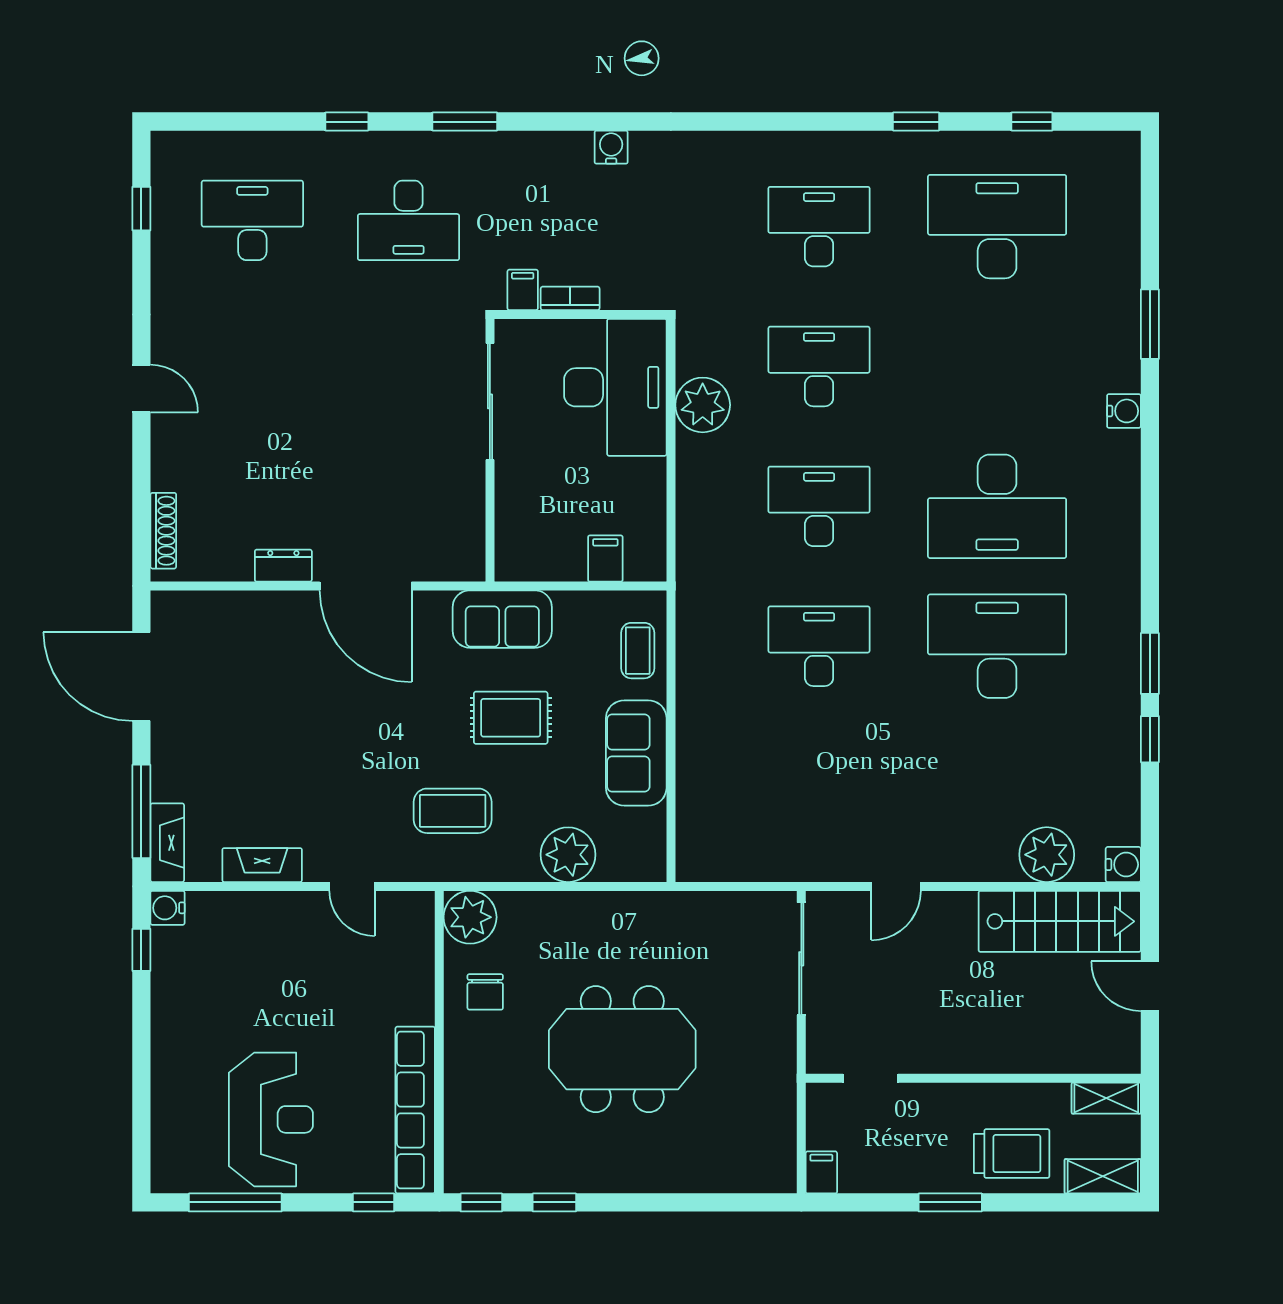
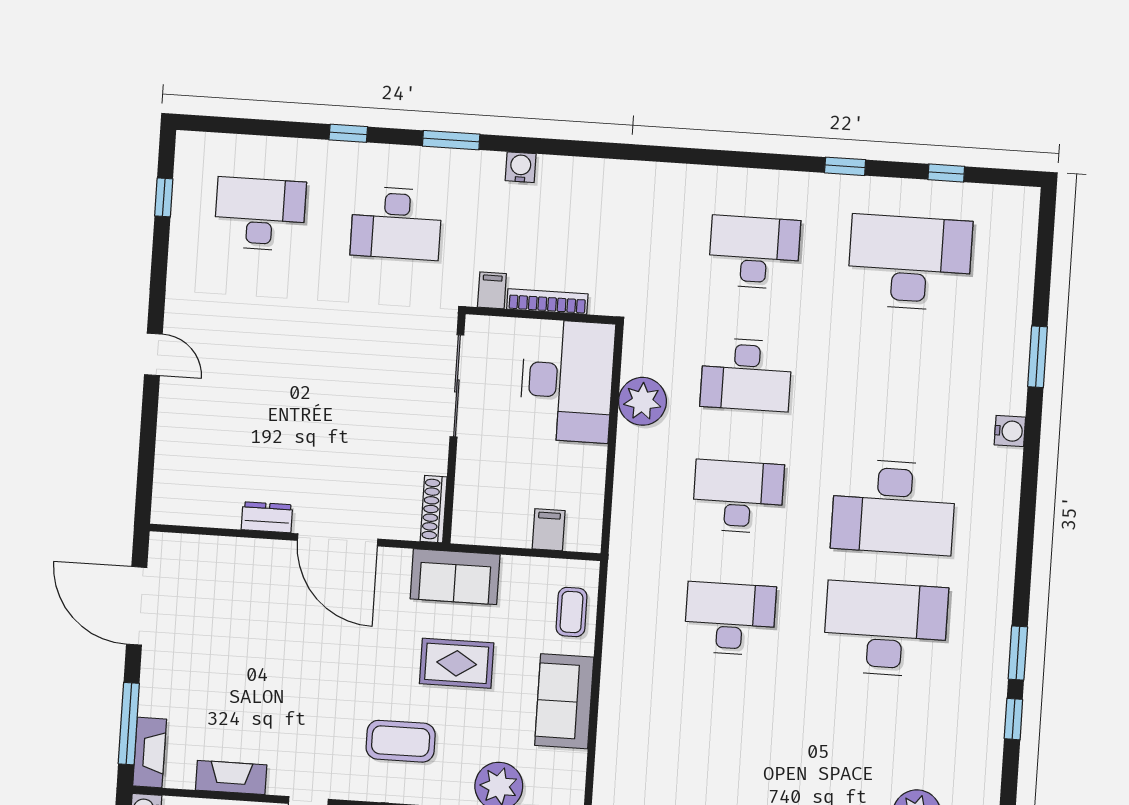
water cooler: (611, 147) -> (521, 167), moved
bookcase: (570, 298) -> (547, 302), width x1.56
desk: (819, 366) -> (746, 374), turned 180
shoe rack: (163, 531) -> (434, 509), moved, turned 180

